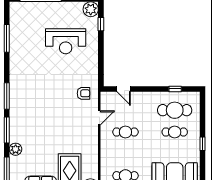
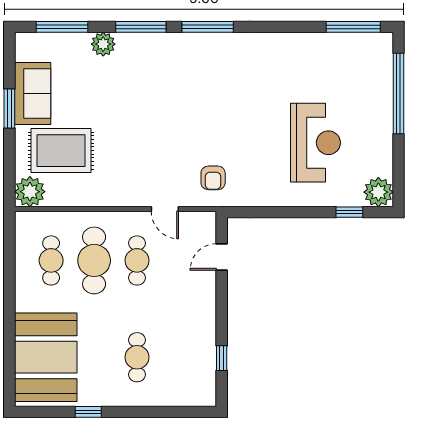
window: (7, 38) -> (353, 27), moved
reception desk: (66, 41) -> (315, 143), turned 180
cafe table: (175, 110) -> (94, 260), moved
window: (202, 144) -> (88, 412), moved

